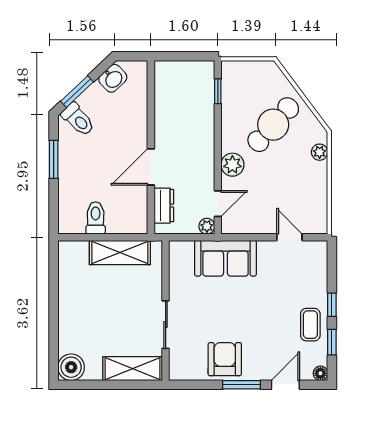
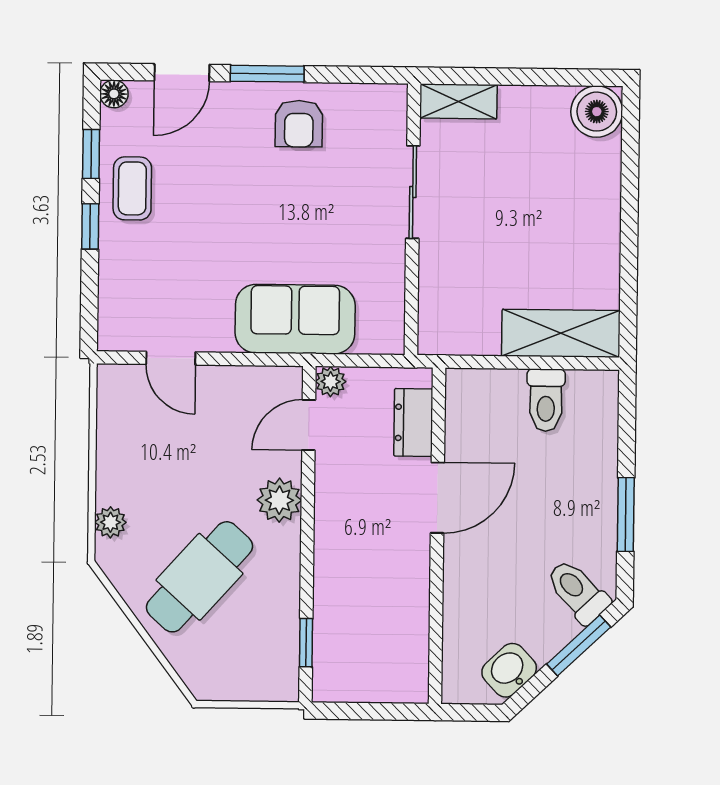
shelving: (120, 253) -> (561, 333), moved
armchair: (225, 359) -> (299, 124), width x0.72, depth x0.72
shelving: (133, 369) -> (458, 101), width x0.67, depth x0.75

